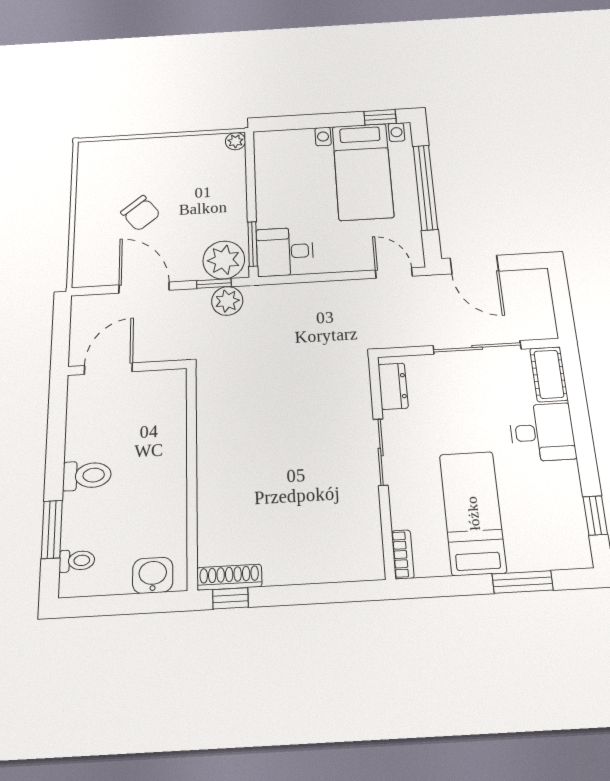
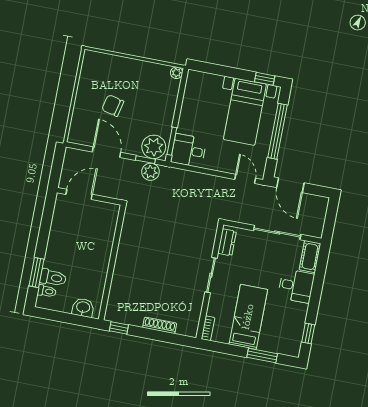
chair: (141, 213) -> (113, 106), turned 141
toilet: (87, 475) -> (53, 278), moved
shoe rack: (229, 577) -> (160, 325), moved

